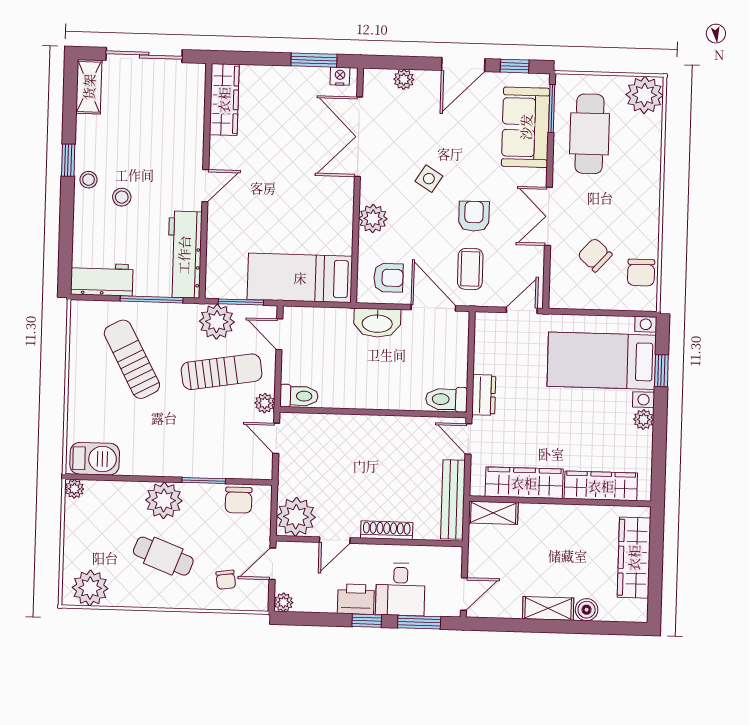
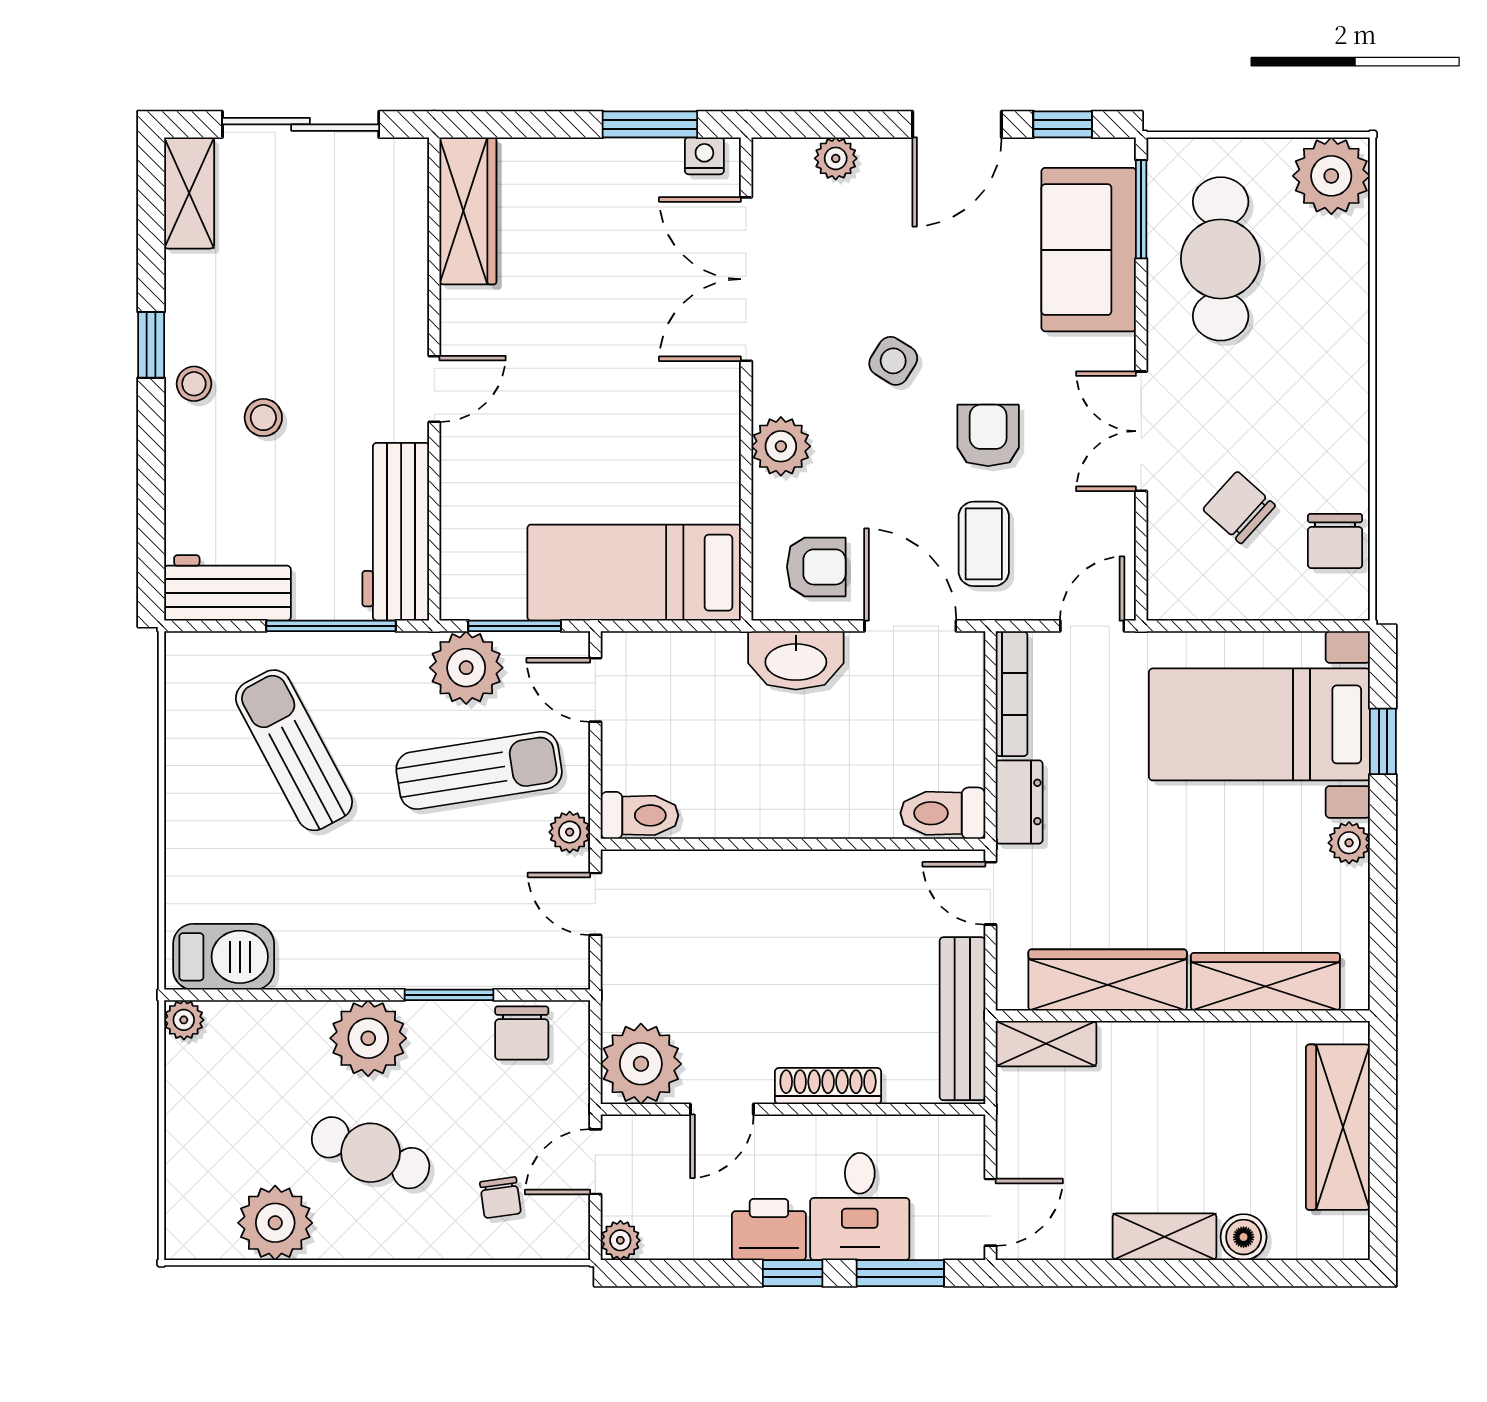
bookcase: (482, 342) -> (1012, 694), added
plant: (90, 588) -> (275, 1223), moved

